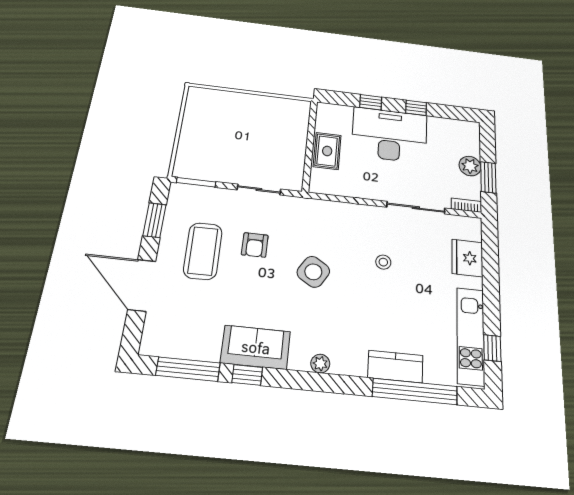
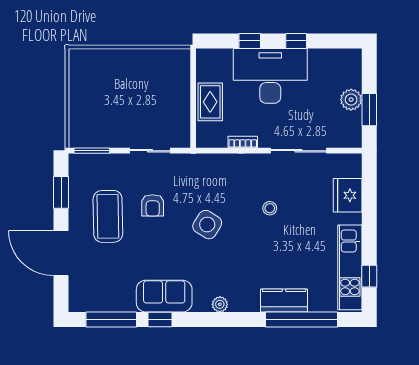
bookcase: (466, 205) -> (243, 142), moved

